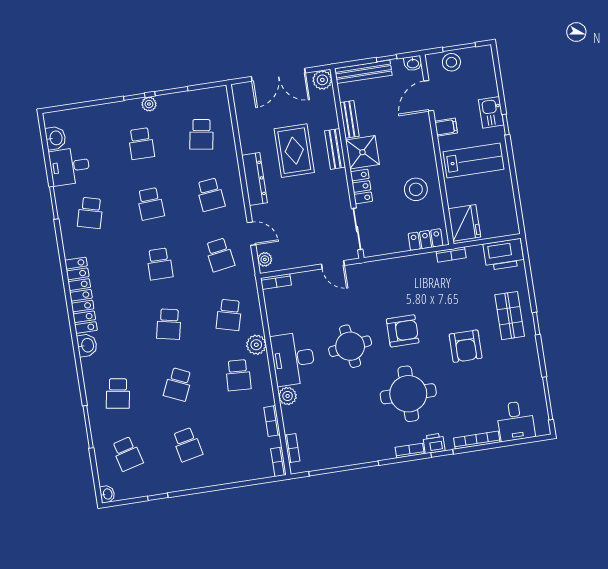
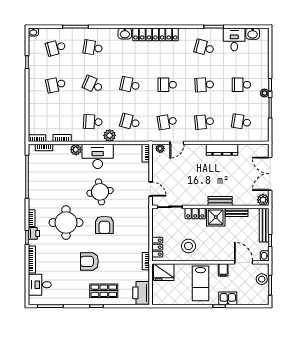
rug: (294, 151) -> (223, 176), removed
dresser: (255, 179) -> (222, 150), moved
door: (333, 265) -> (151, 189), swing flipped

